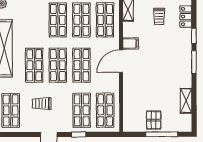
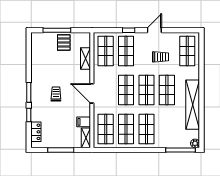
trolley: (159, 17) -> (56, 94), moved
filing cabinet: (131, 43) -> (84, 122), moved
door: (121, 61) -> (92, 93), swing flipped
shelving: (186, 101) -> (85, 59), moved

